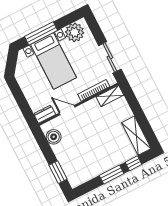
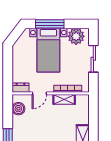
sliding door: (110, 57) -> (93, 59), moved
shelving: (110, 96) -> (64, 99), moved
door: (67, 110) -> (39, 93), swing flipped

